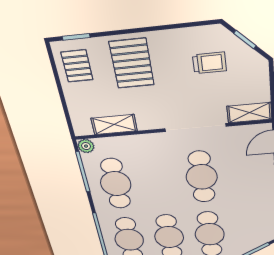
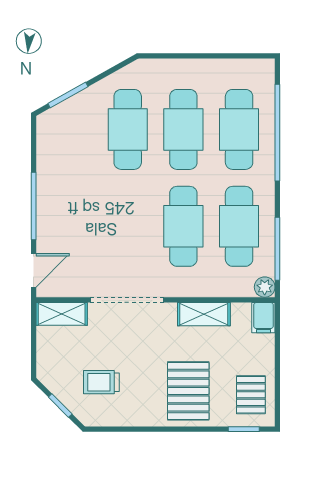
shelving: (114, 124) -> (204, 314), moved
filing cabinet: (81, 125) -> (263, 318), added
cafe table: (202, 177) -> (183, 226), moved

